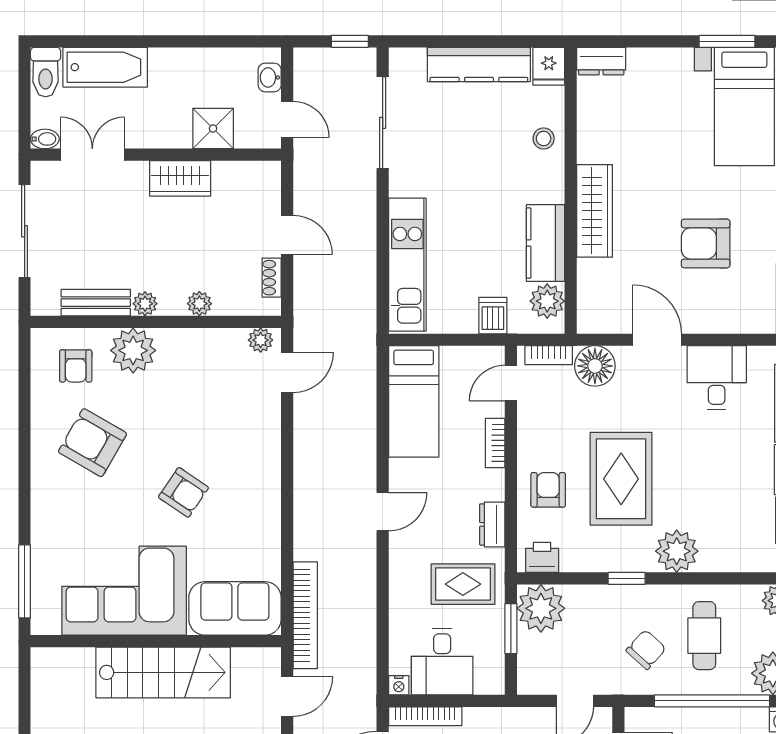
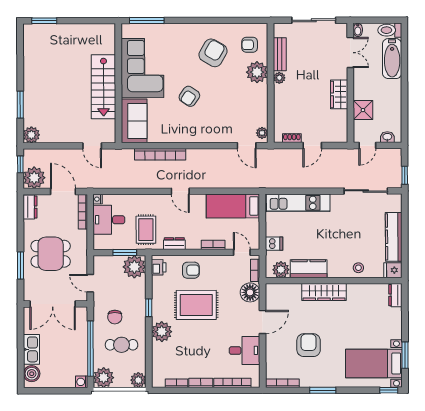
plant: (199, 304) -> (279, 104), removed
bookcase: (305, 615) -> (160, 154), moved
chair: (646, 650) -> (115, 317), turned 48

